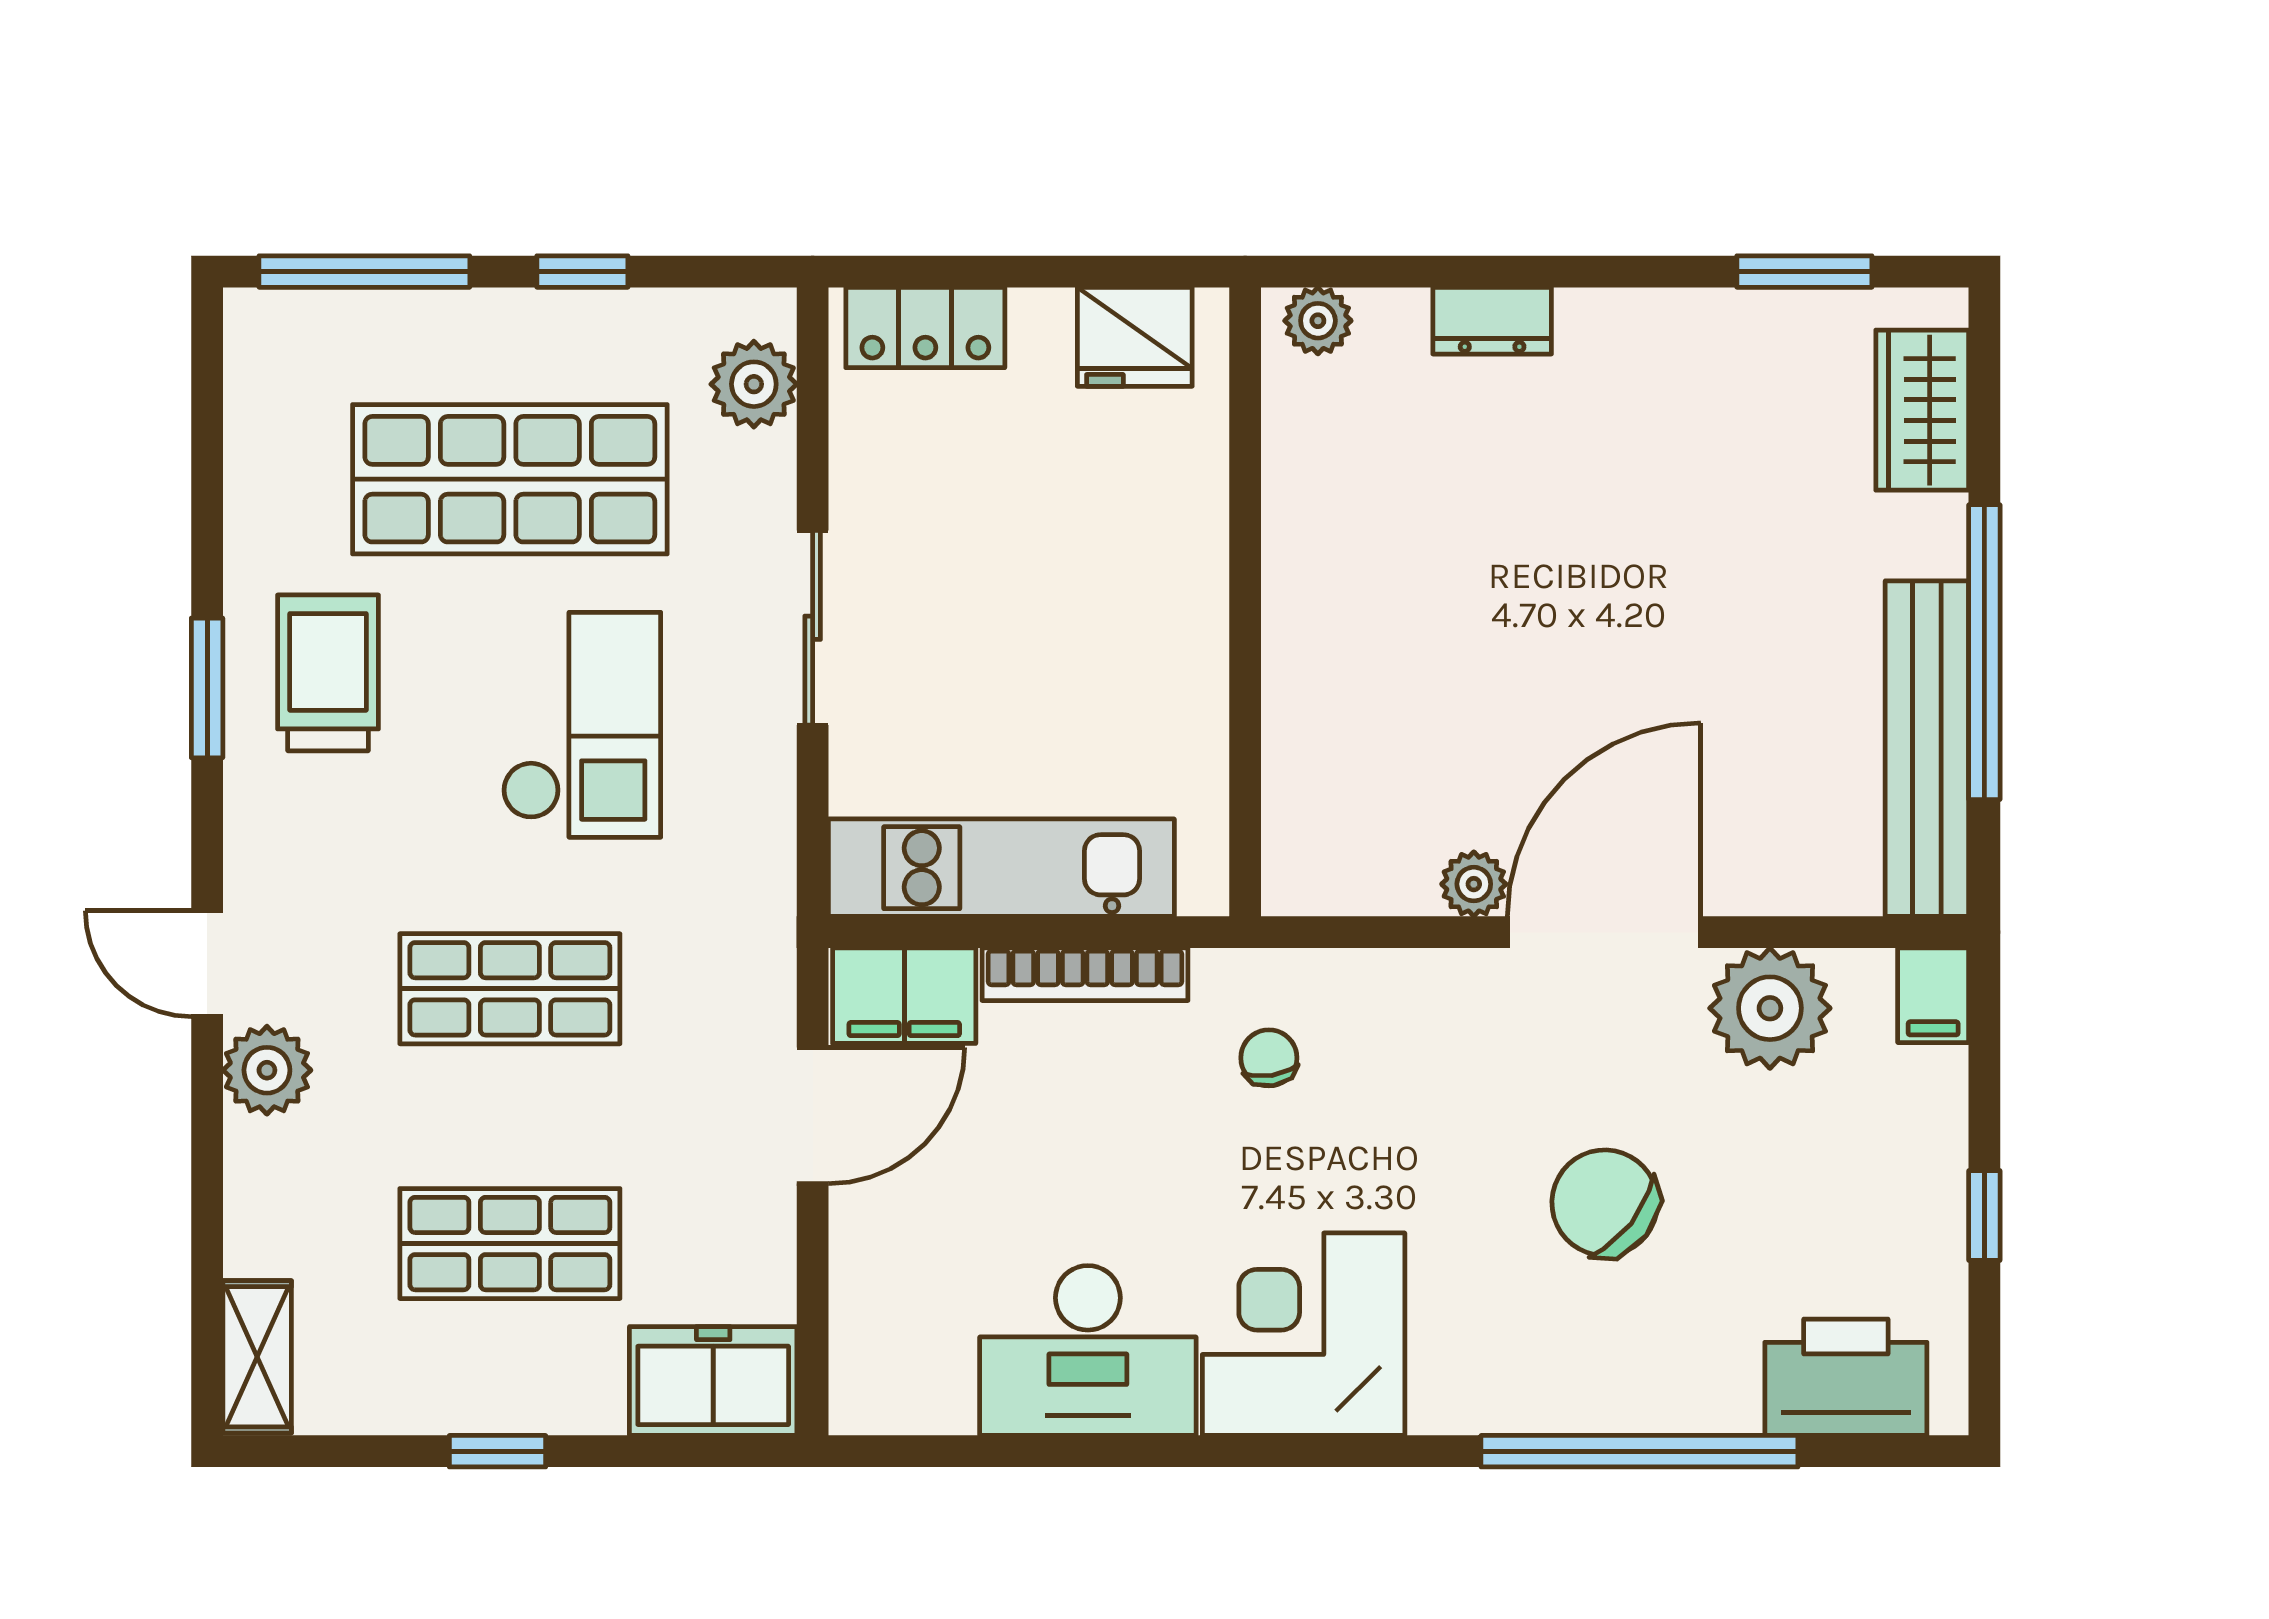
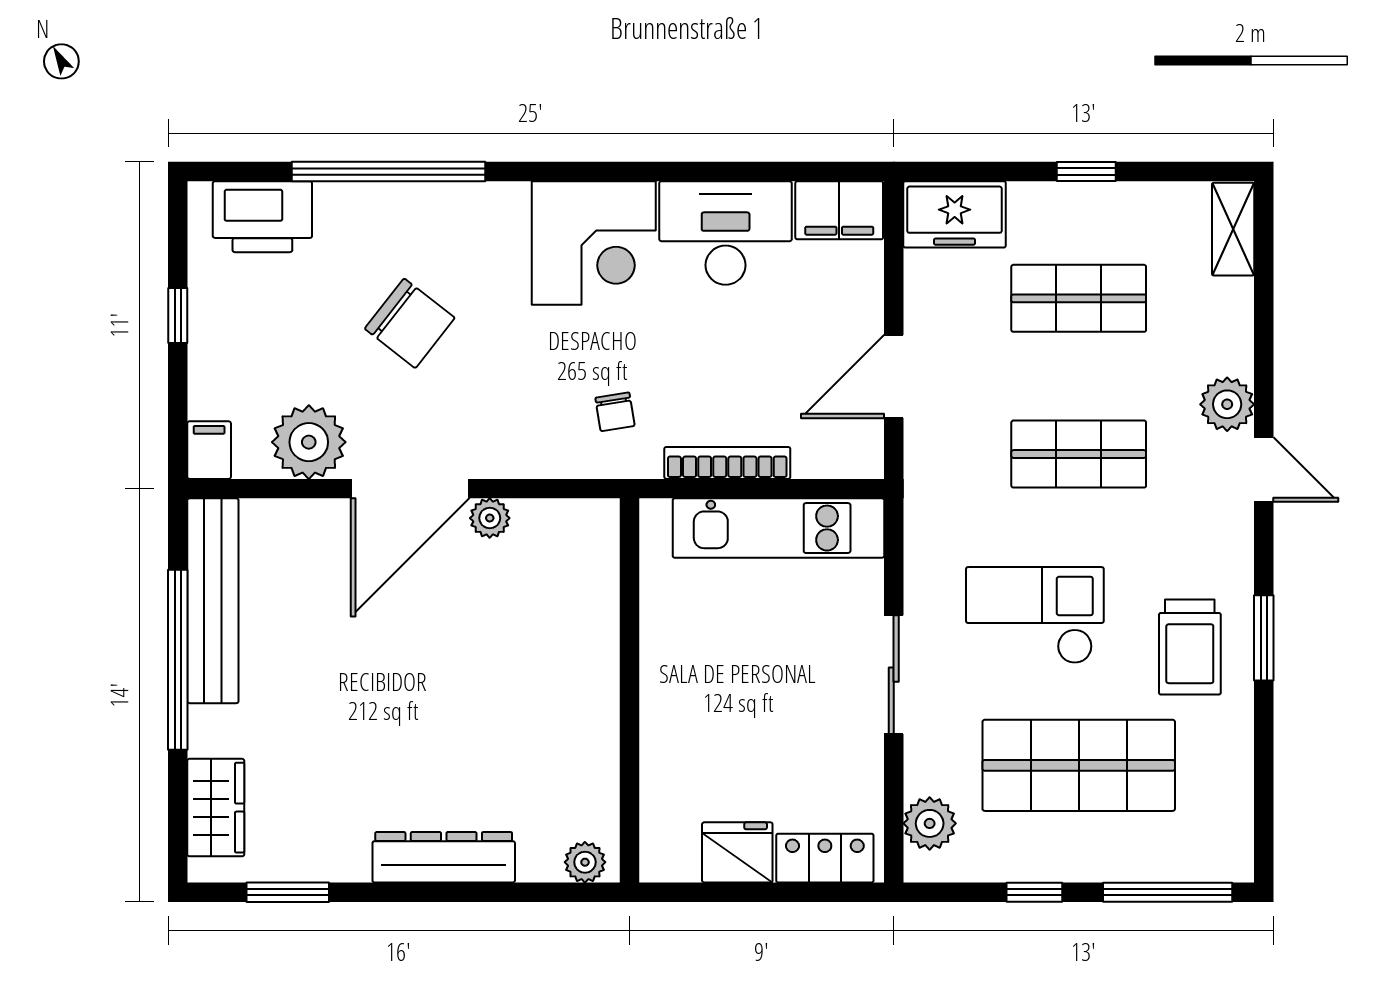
dresser: (1492, 321) -> (444, 857), width x1.96, depth x1.24
fridge: (1135, 337) -> (737, 852), moved
checkout: (582, 725) -> (1035, 615), turned 90
filing cabinet: (904, 996) -> (839, 210), moved, turned 180

